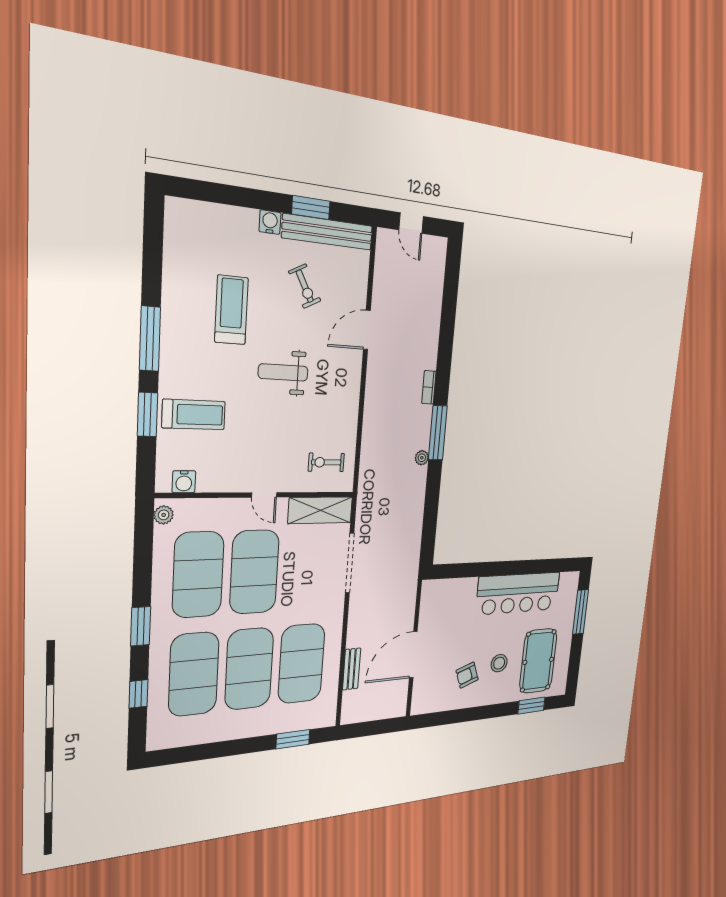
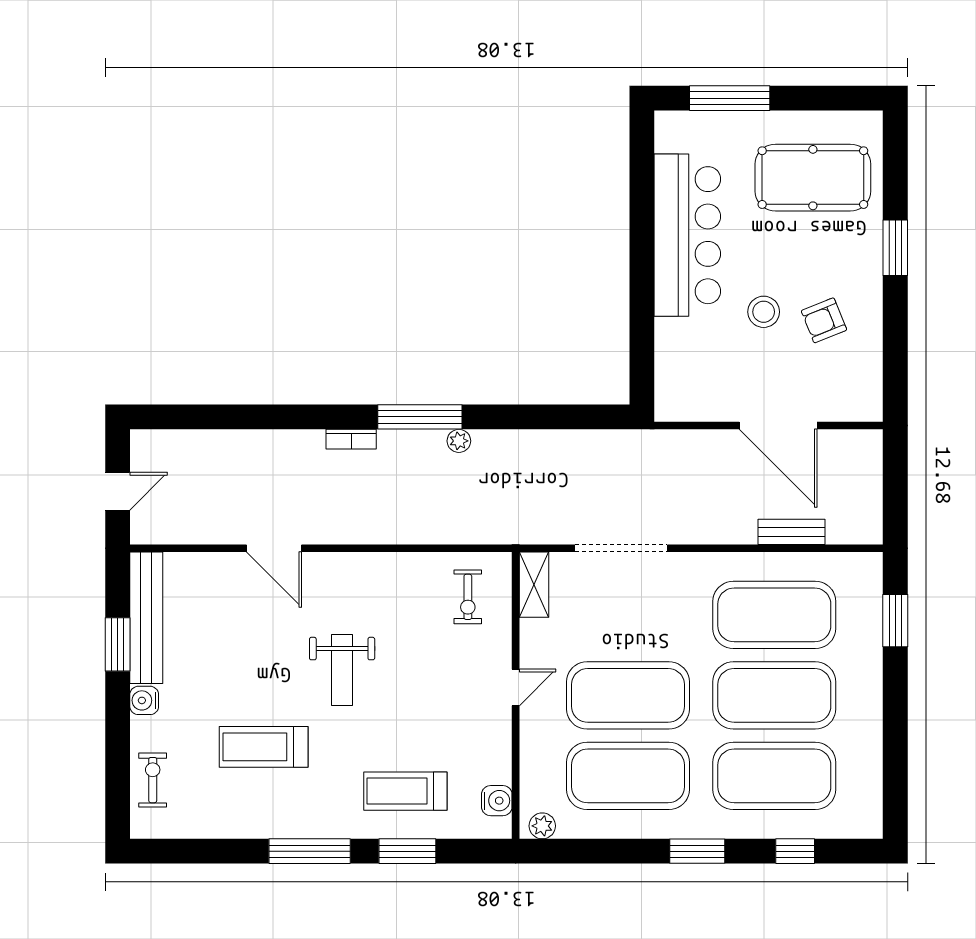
exercise bike: (305, 286) -> (153, 780), moved, turned -62
treadmill: (194, 415) -> (405, 791), turned -90
shelving: (320, 510) -> (534, 585), width x0.67, depth x0.75
stool: (499, 663) -> (764, 312), moved
armchair: (467, 675) -> (824, 320), turned 88
window: (531, 706) -> (895, 248), moved

